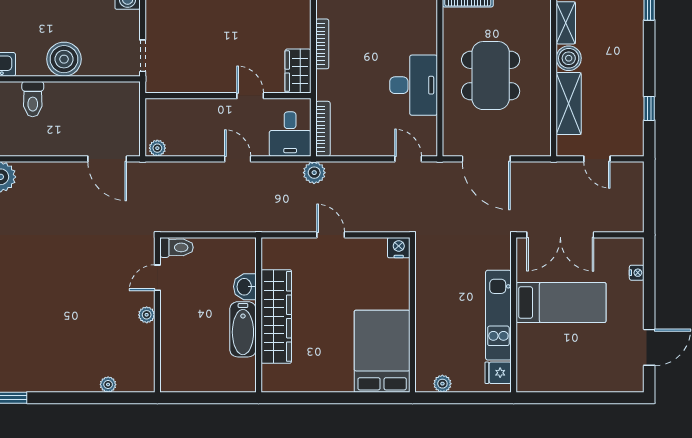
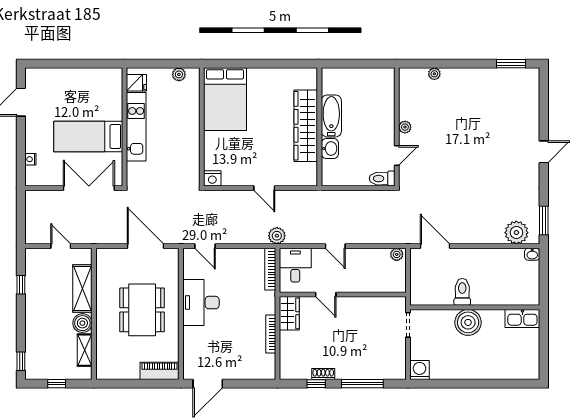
toilet: (33, 99) -> (462, 292), moved

